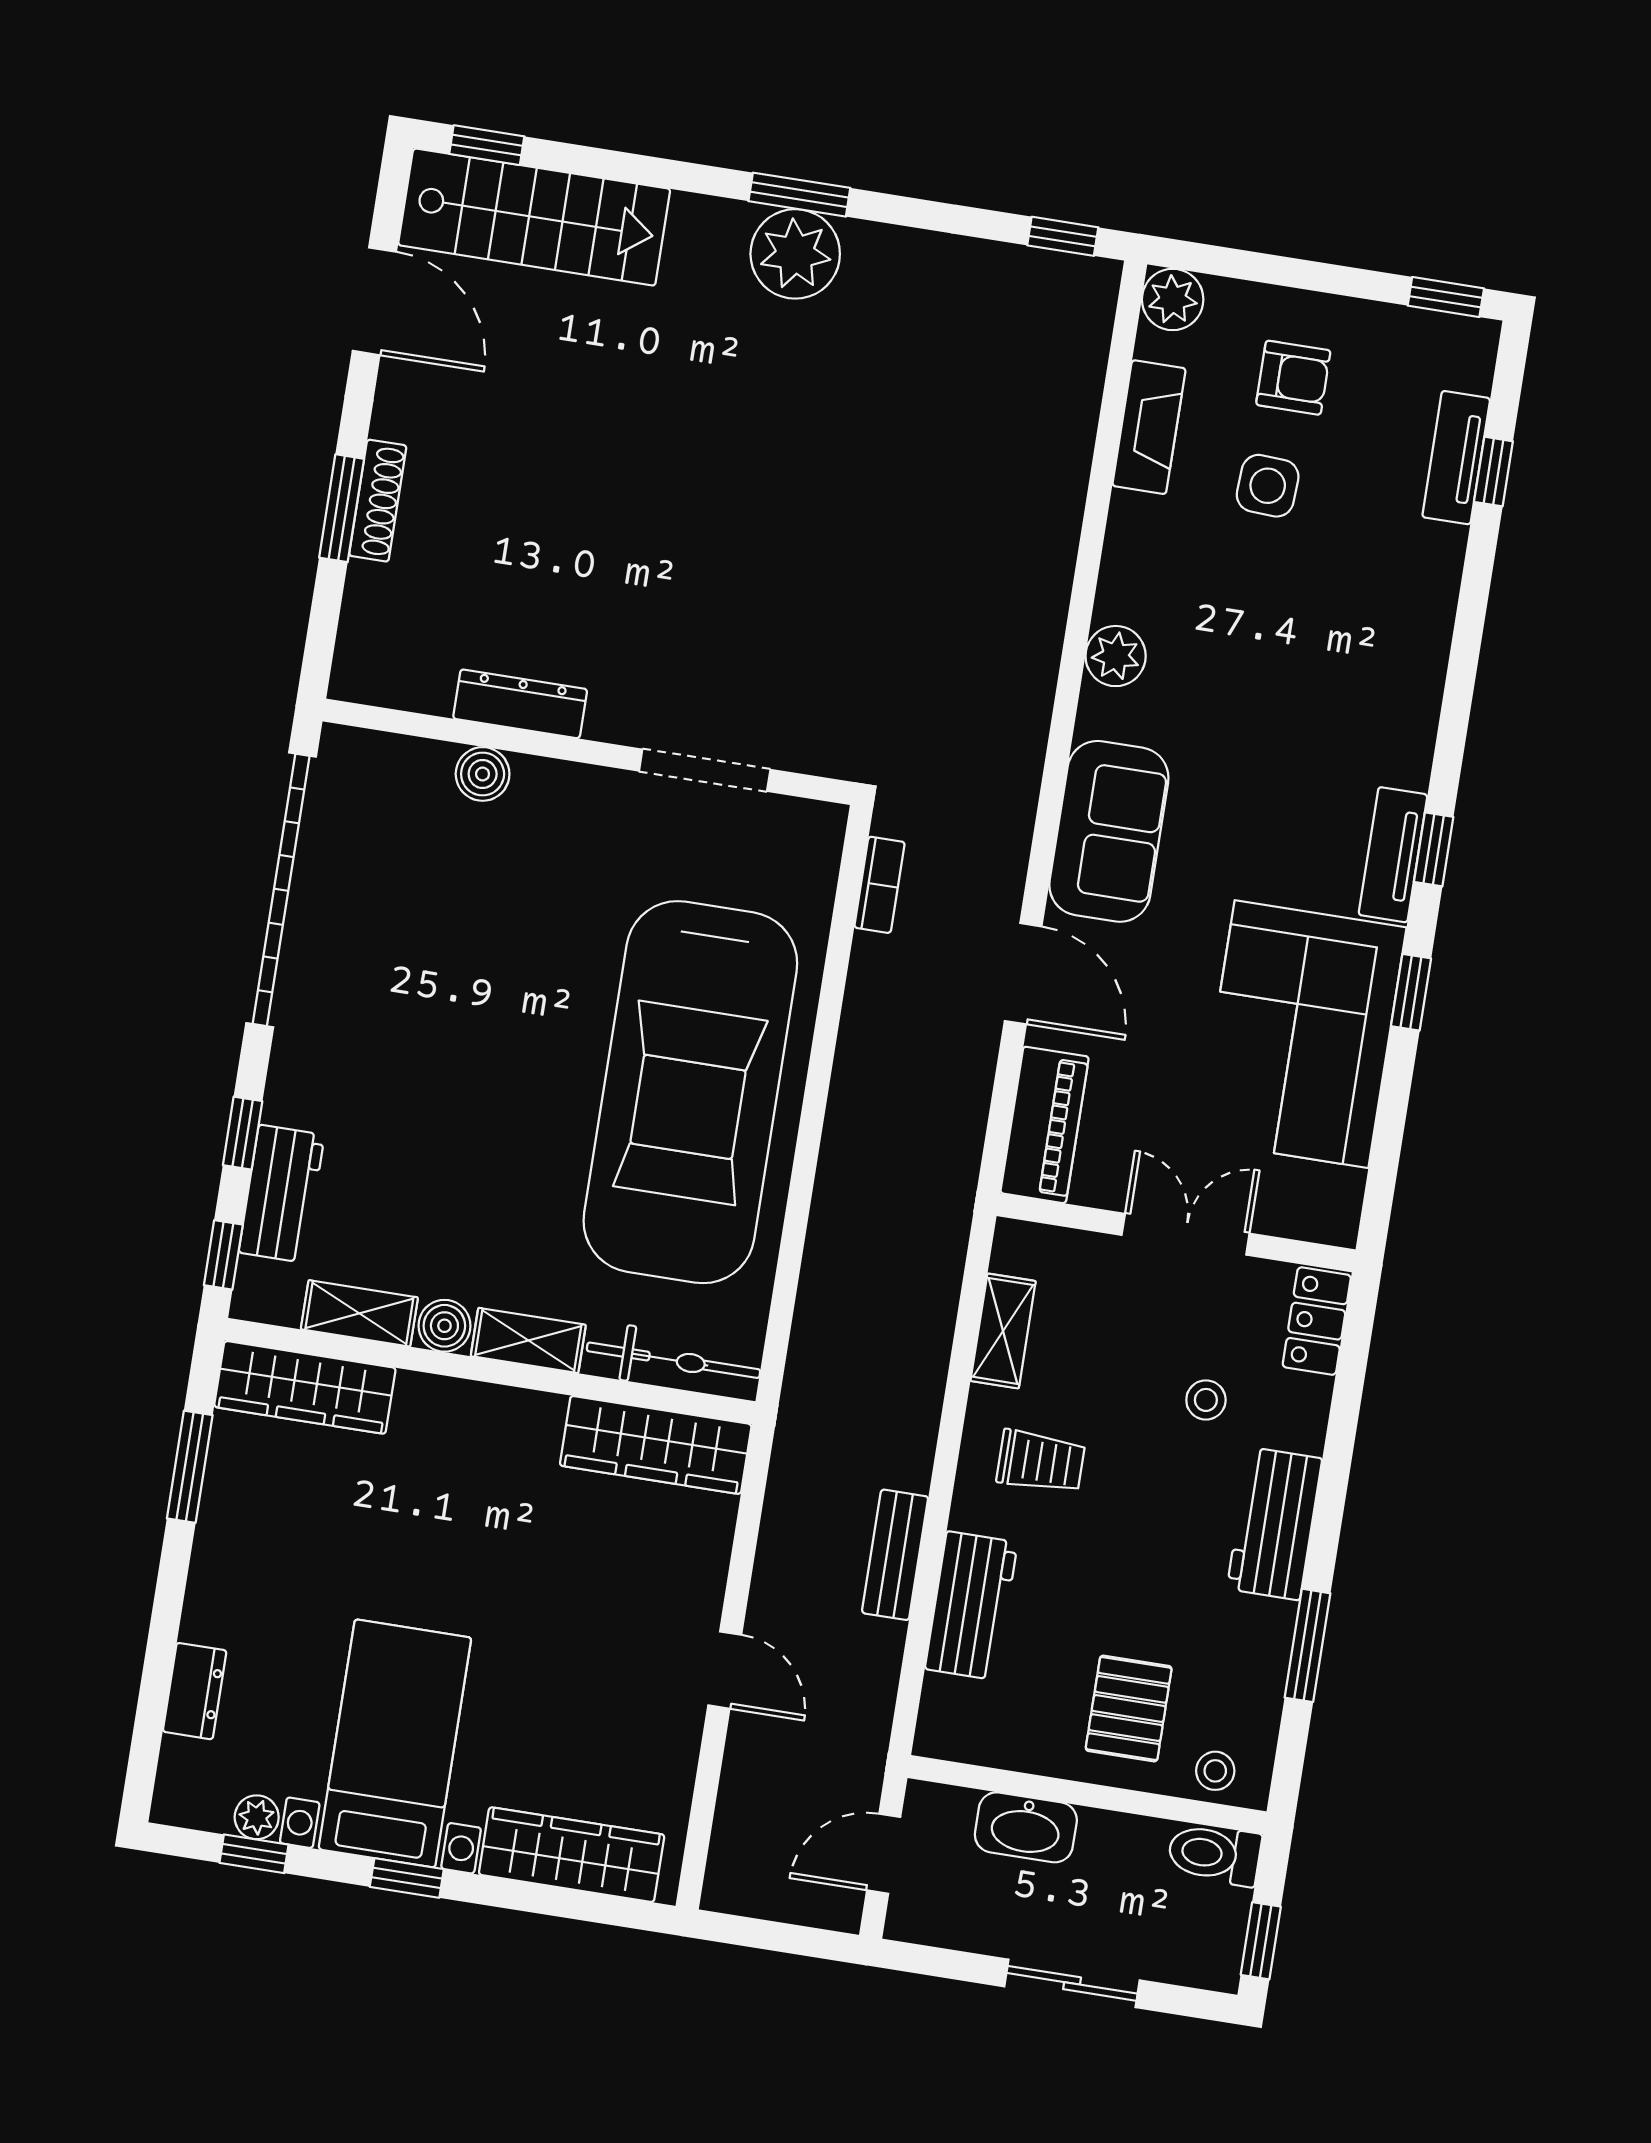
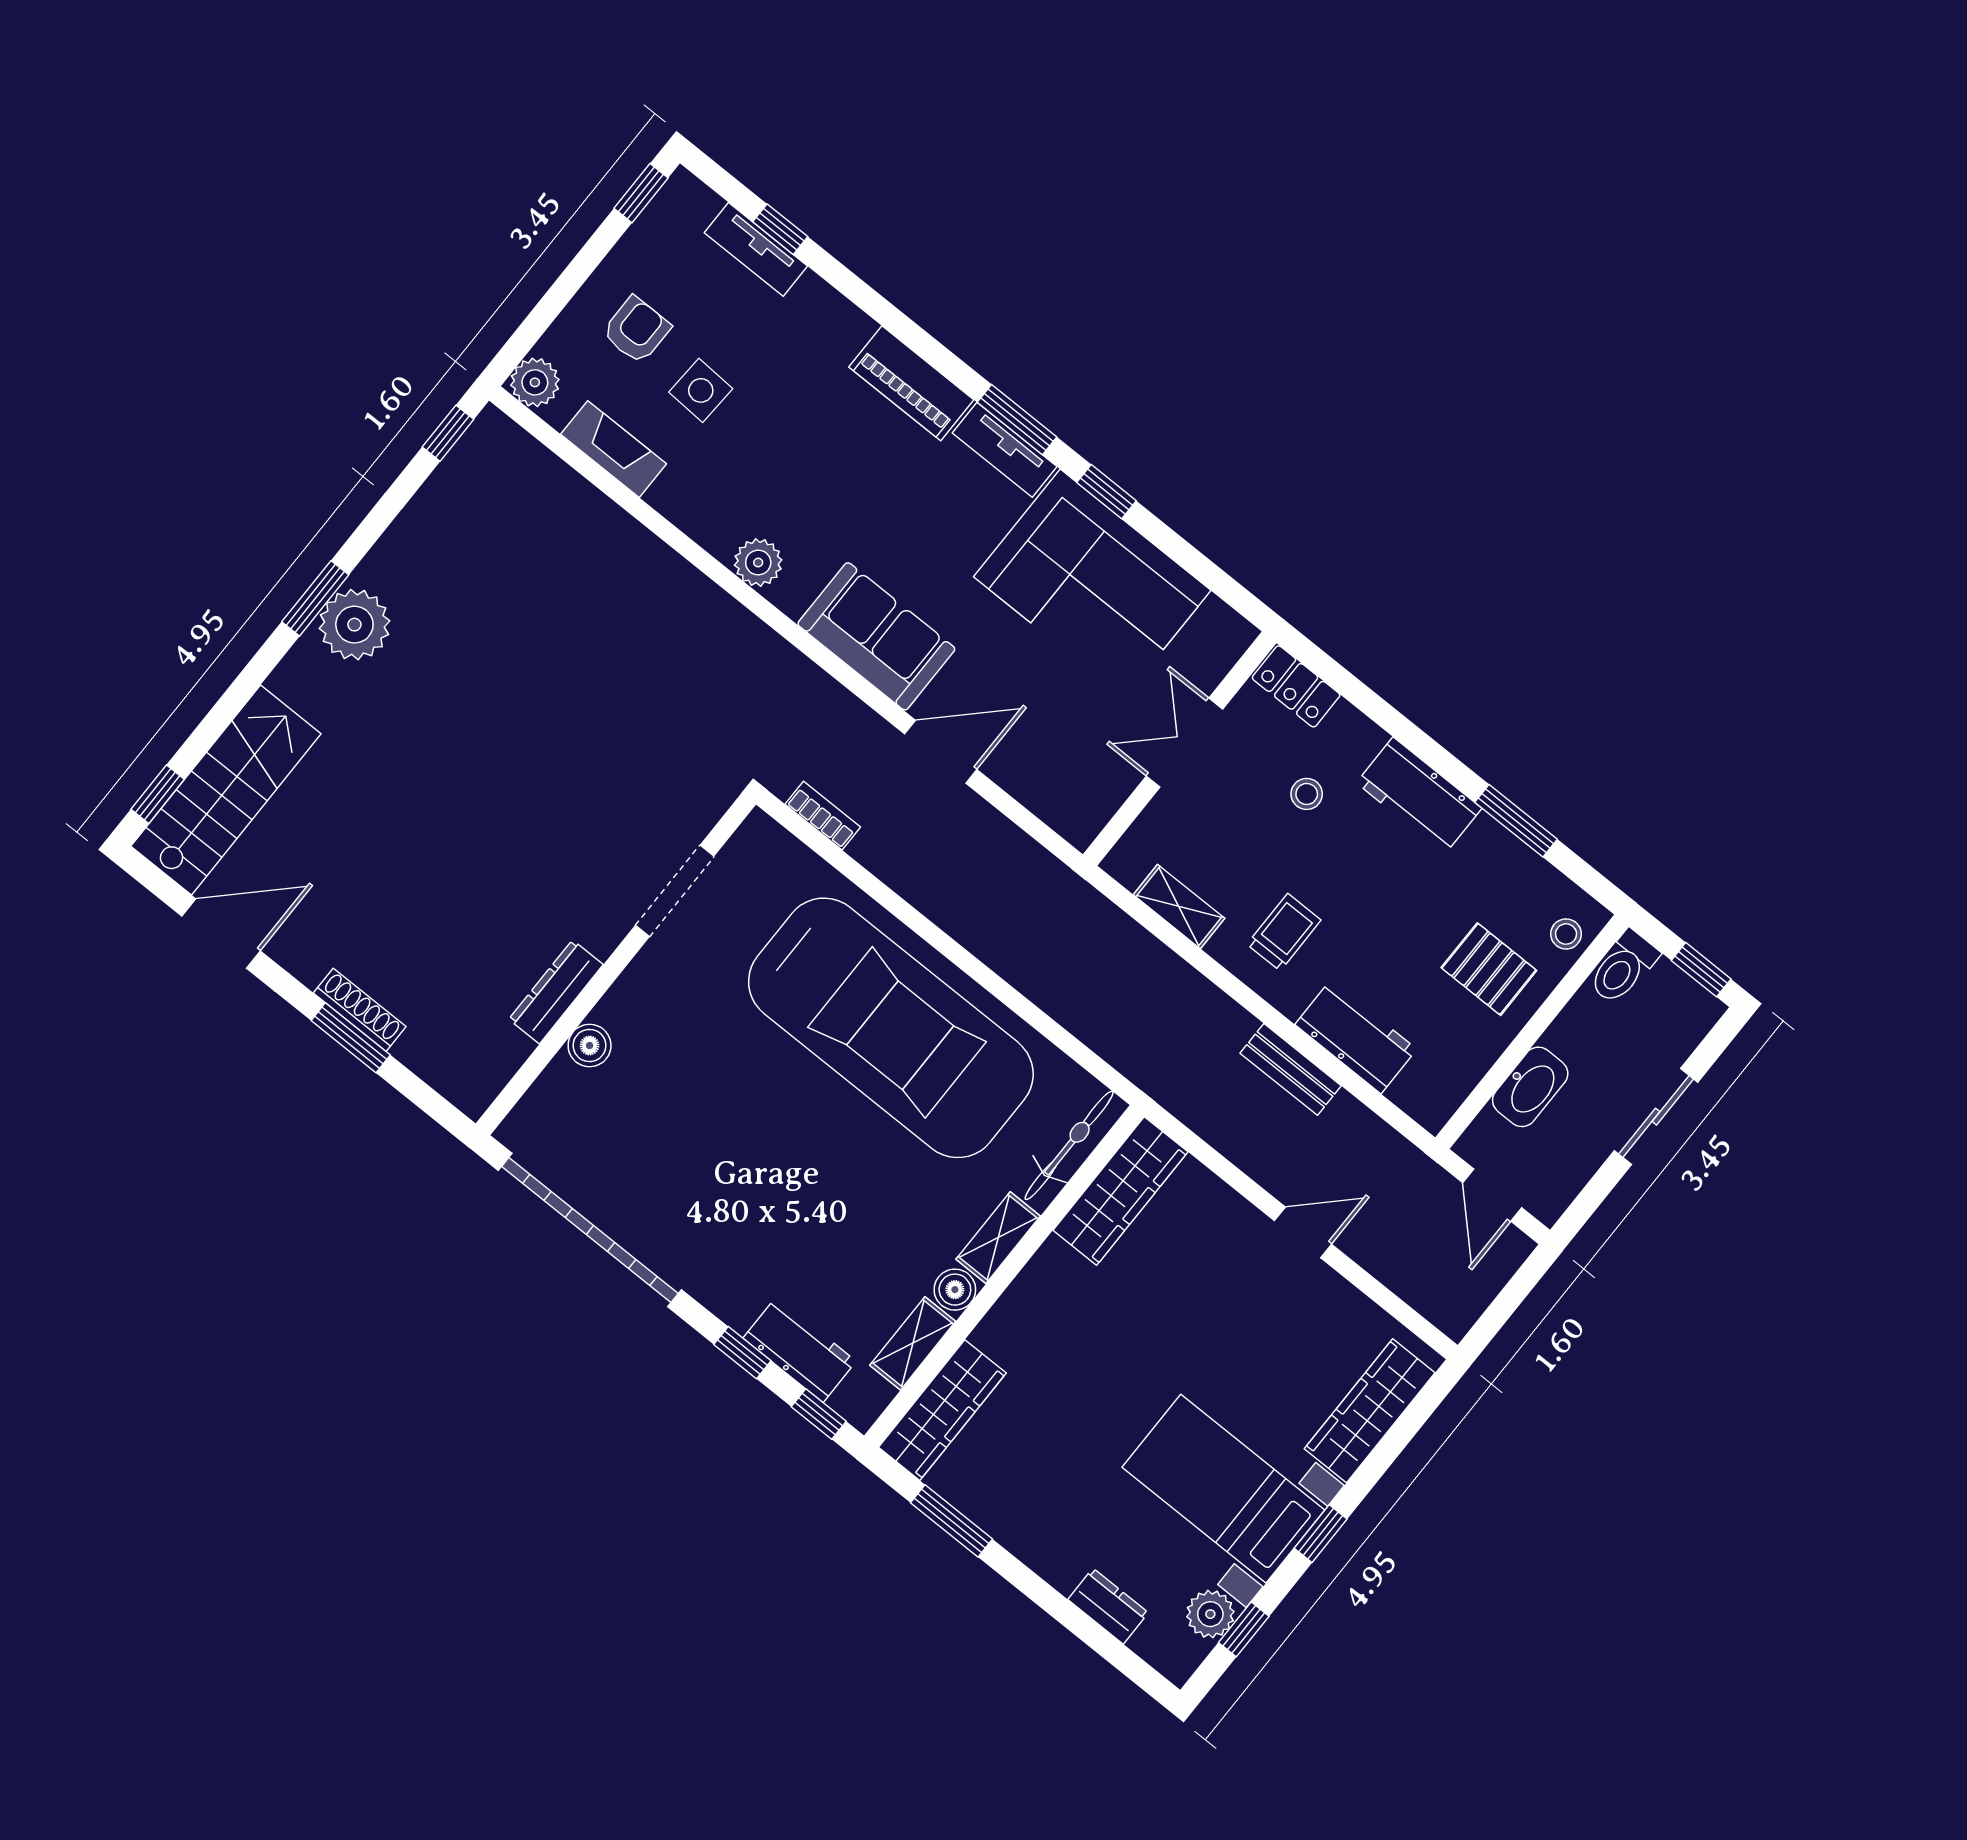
window: (1434, 849) -> (1017, 420), width x1.50
piano: (1045, 1125) -> (911, 383), moved, turned 180
plant: (257, 1817) -> (1210, 1614), width x1.38, depth x1.38

